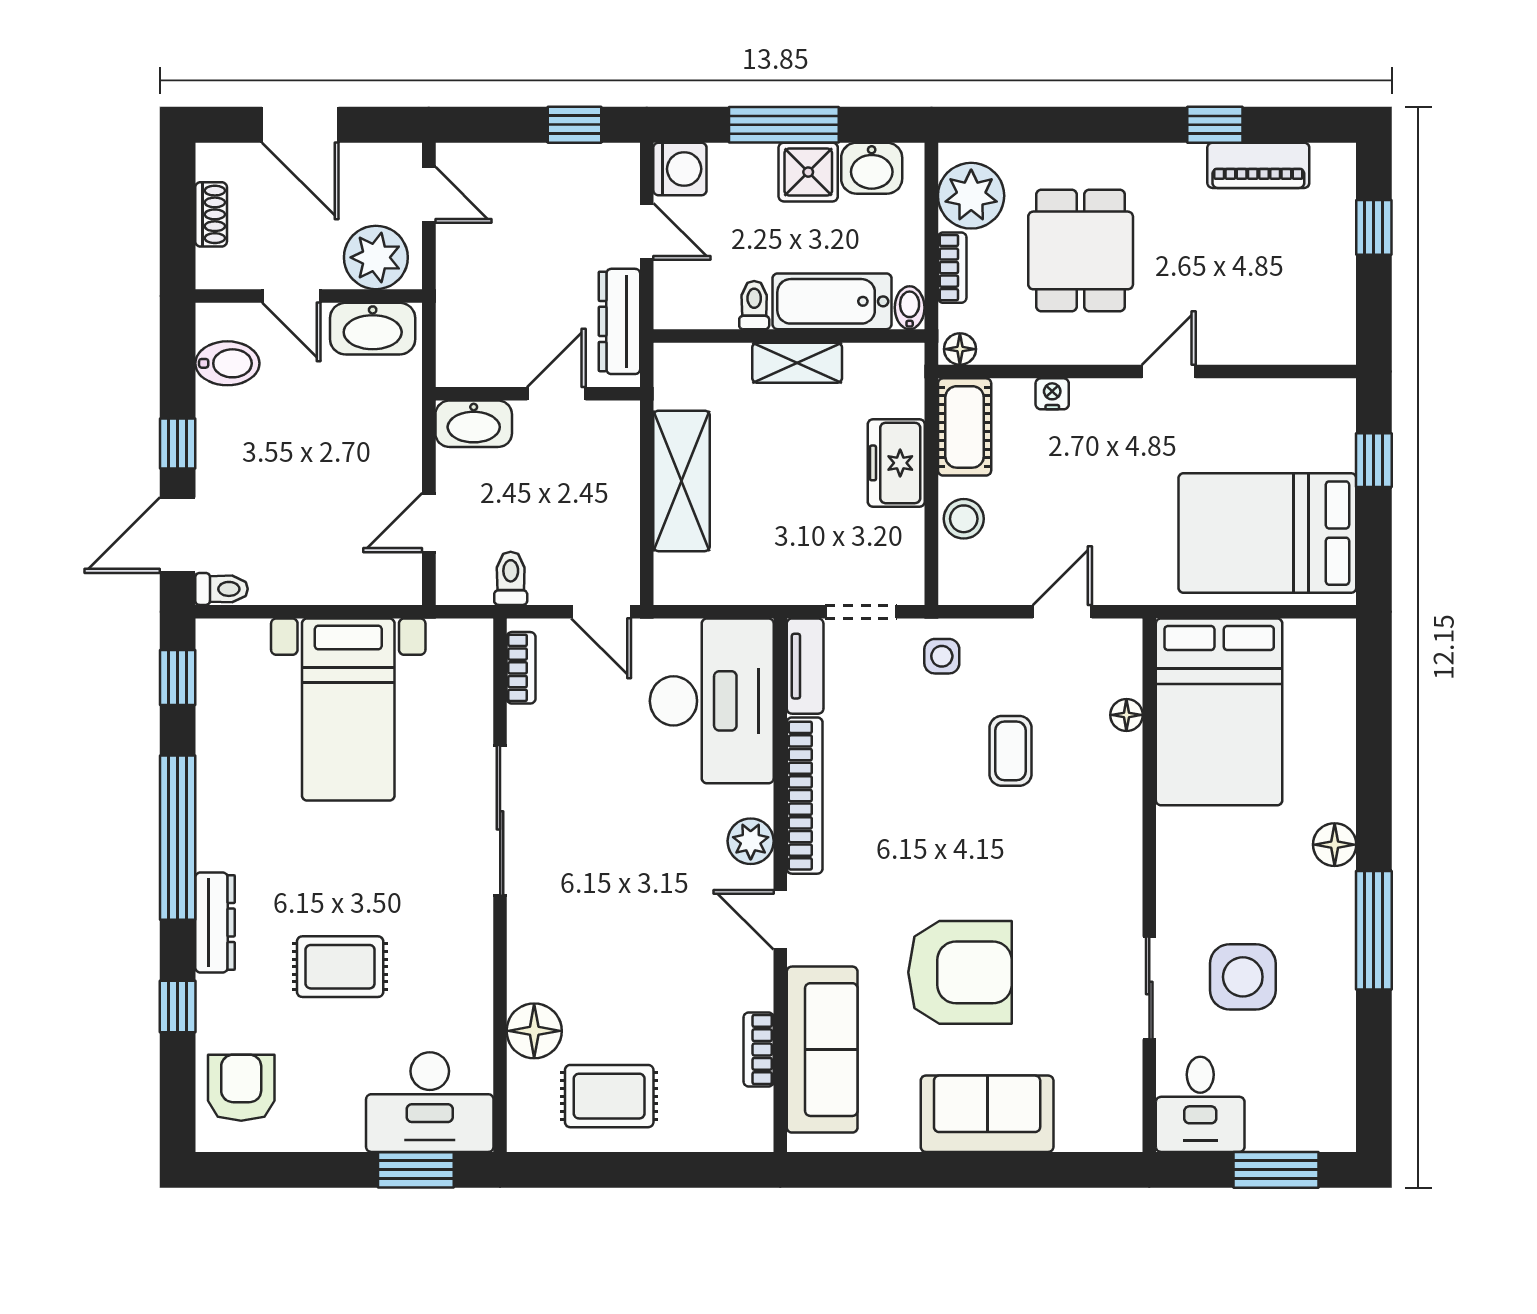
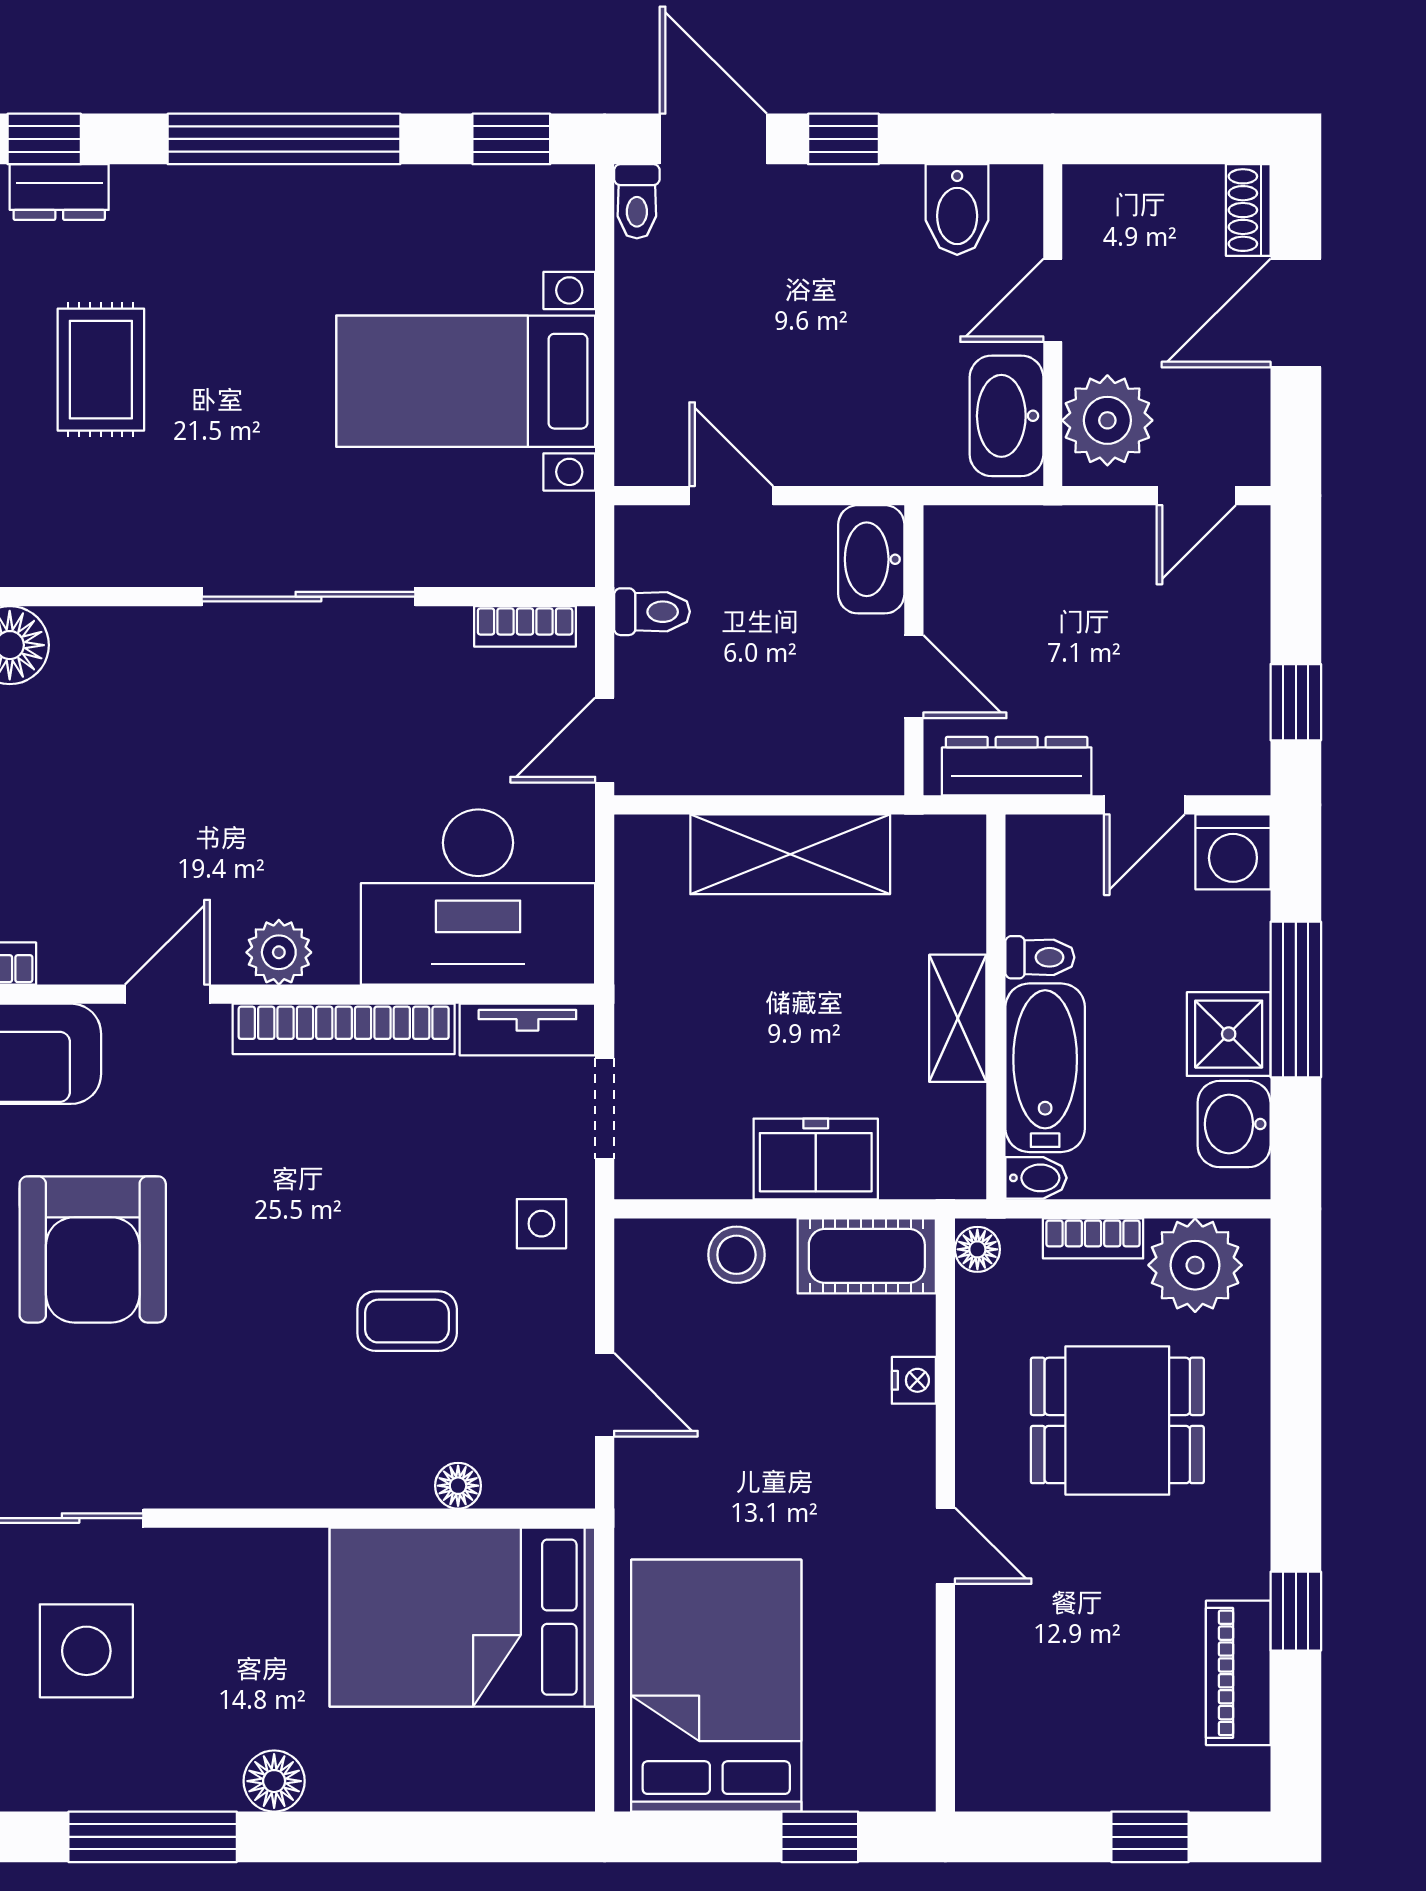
shoe rack: (211, 214) -> (1248, 210), moved, turned 90
dresser: (215, 922) -> (59, 192), moved, width x0.70

